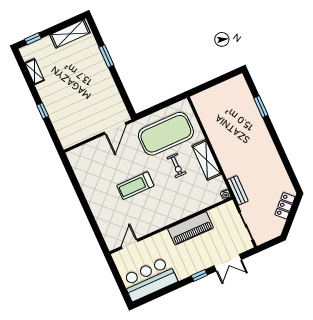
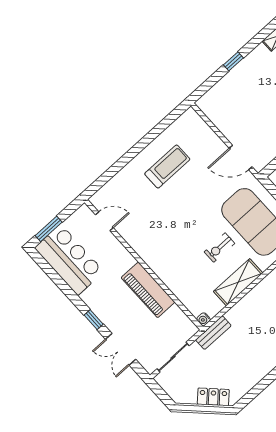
treadmill: (135, 186) -> (167, 166), moved, turned 90
window: (122, 287) -> (49, 229), added

